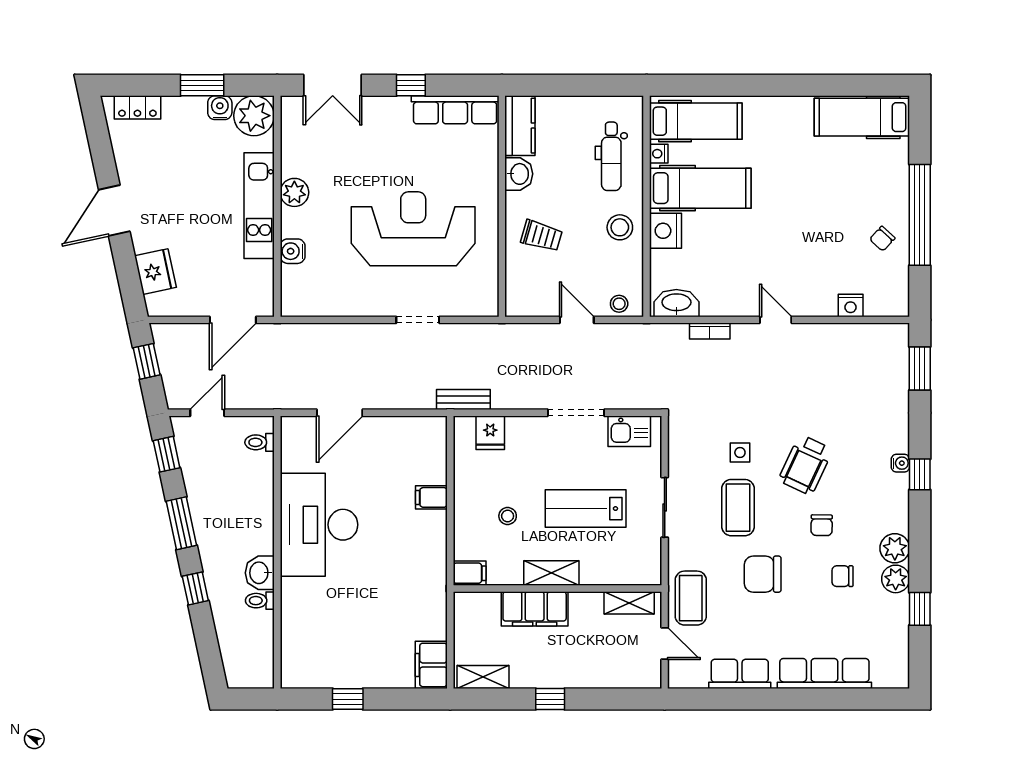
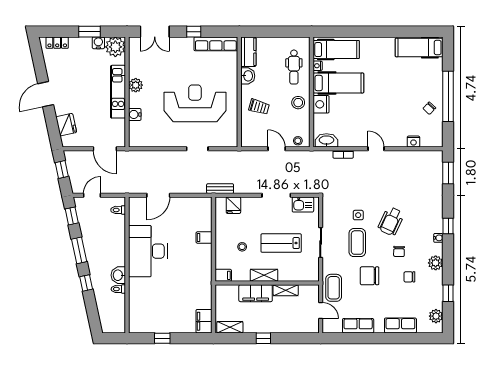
door: (233, 320) -> (105, 149), hinge flipped
water cooler: (900, 463) -> (438, 238), moved
plant: (896, 579) -> (436, 316), moved
shelving: (629, 603) -> (286, 290), moved
row of seats: (824, 674) -> (400, 325), width x0.68

